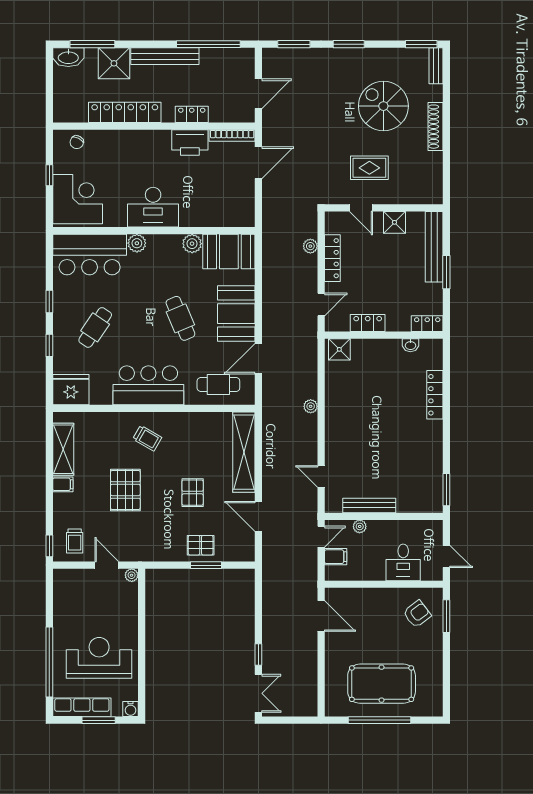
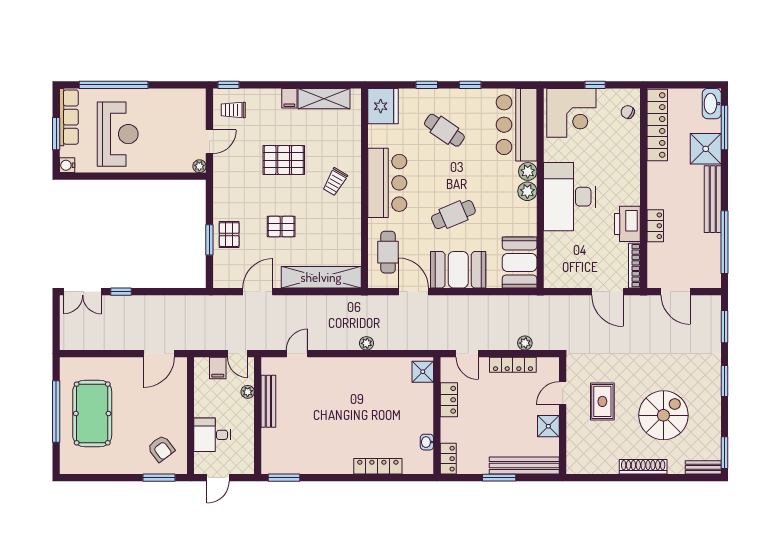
locker: (125, 112) -> (657, 125), moved
desk: (153, 207) -> (569, 197), width x1.36, depth x1.30
plant: (192, 244) -> (527, 191), moved

